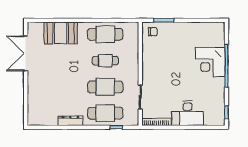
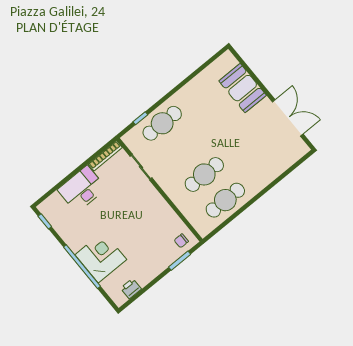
printer: (208, 28) -> (131, 289), added
booth: (61, 33) -> (243, 88), moved, turned 90
cafe table: (105, 61) -> (204, 174), width x1.37, depth x1.35
cafe table: (105, 87) -> (183, 149), removed
dresser: (70, 121) -> (190, 88), removed

